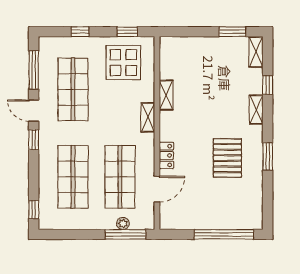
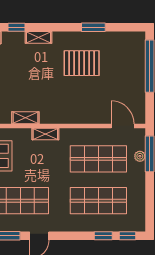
window: (34, 140) -> (103, 236), moved
locker: (166, 155) -> (79, 117), removed
window: (268, 156) -> (93, 27), moved
door: (157, 189) -> (123, 126), moved

